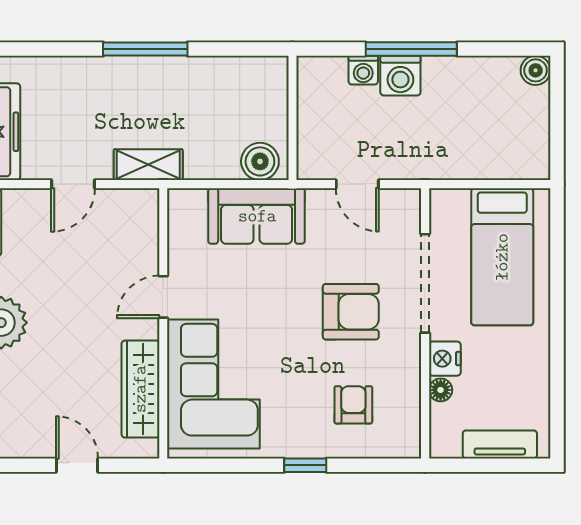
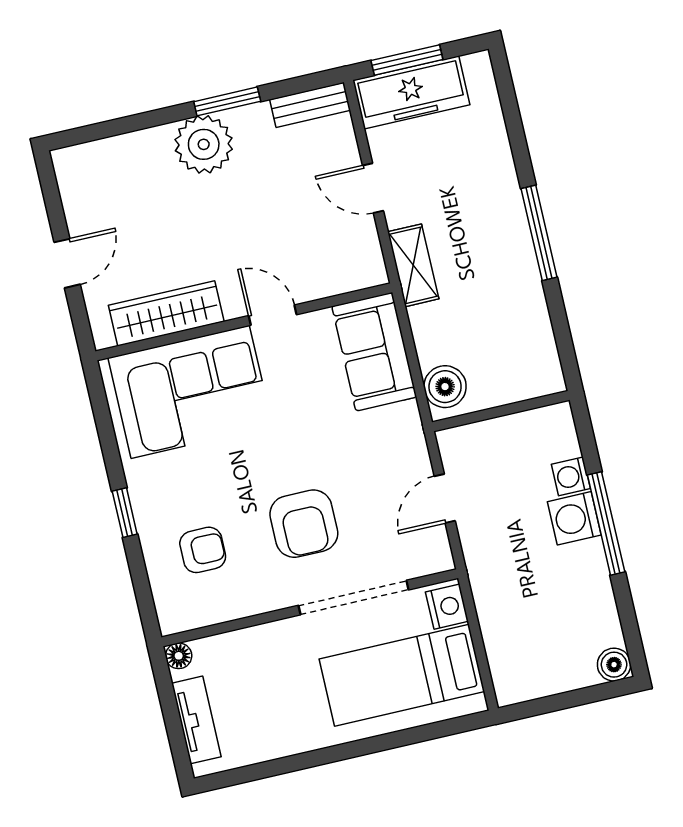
sofa: (257, 216) -> (374, 352), moved
nightstand: (445, 359) -> (447, 607), moved, turned 90
floor lamp: (441, 390) -> (179, 656), moved

